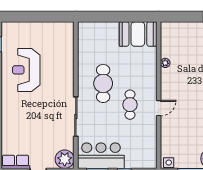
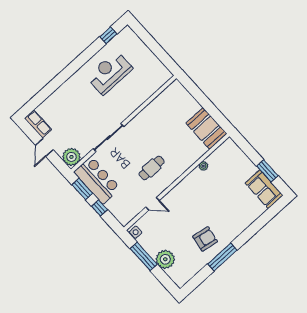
cafe table: (103, 83) -> (149, 135), removed
door: (159, 108) -> (153, 204), moved

